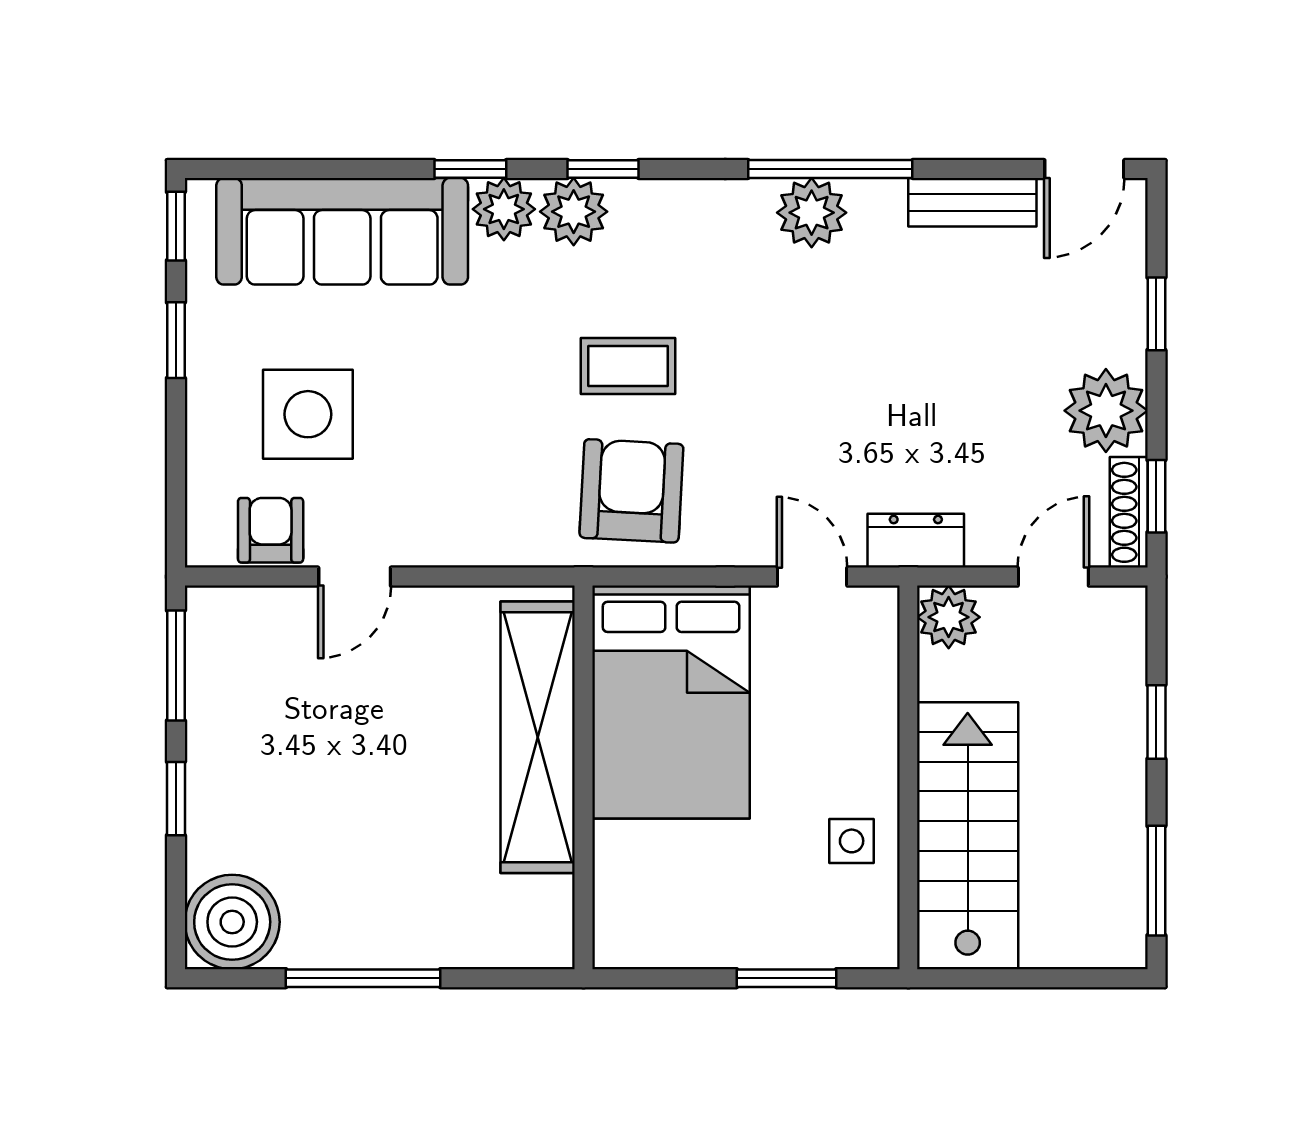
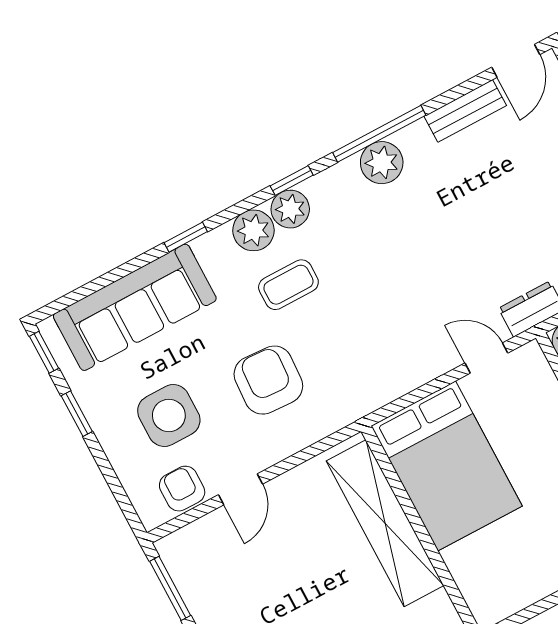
window: (603, 169) -> (292, 181), moved
plant: (504, 209) -> (290, 209), moved
coffee table: (628, 366) -> (288, 285), moved
armchair: (631, 491) -> (268, 380), moved

